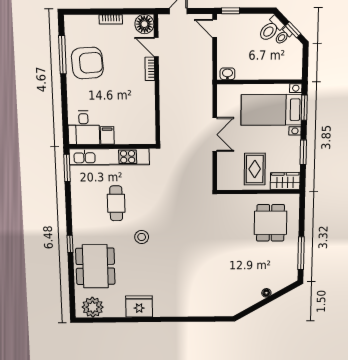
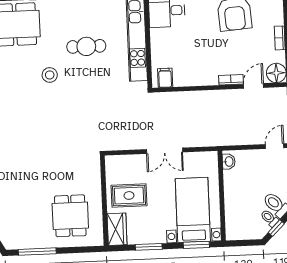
filing cabinet: (107, 135) -> (165, 78), moved, turned -90
dining table: (270, 223) -> (70, 216), turned 90

